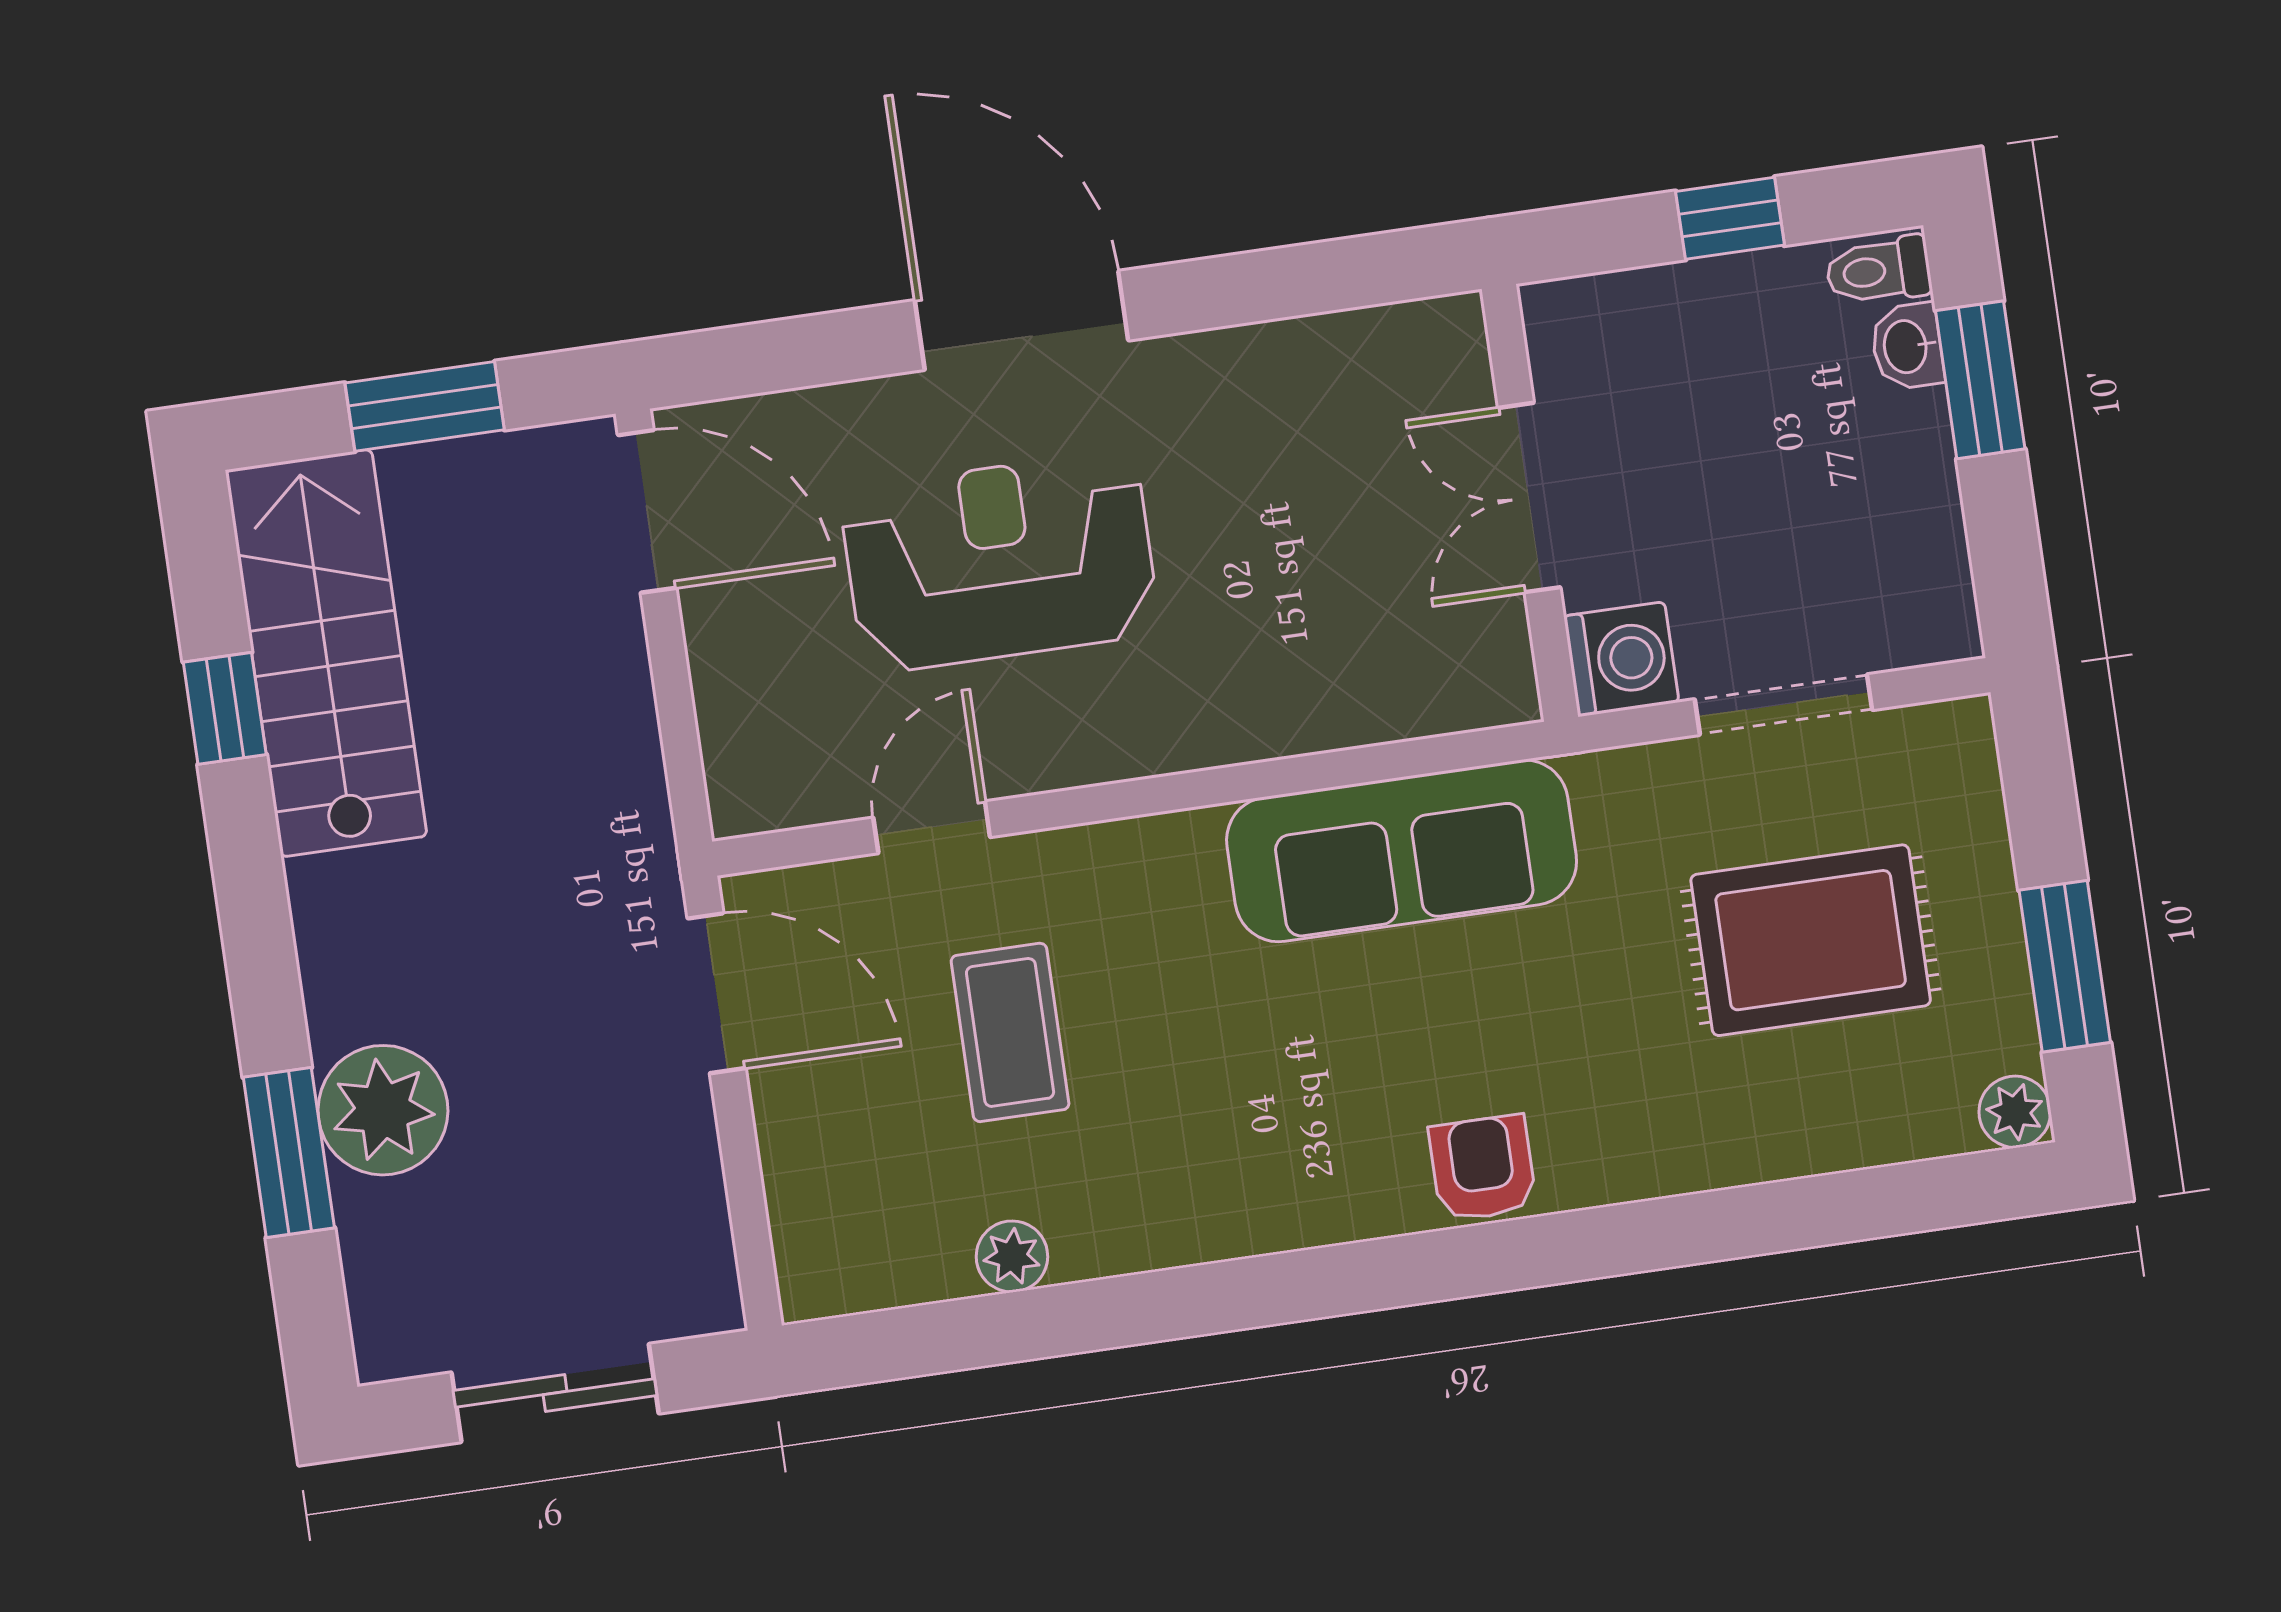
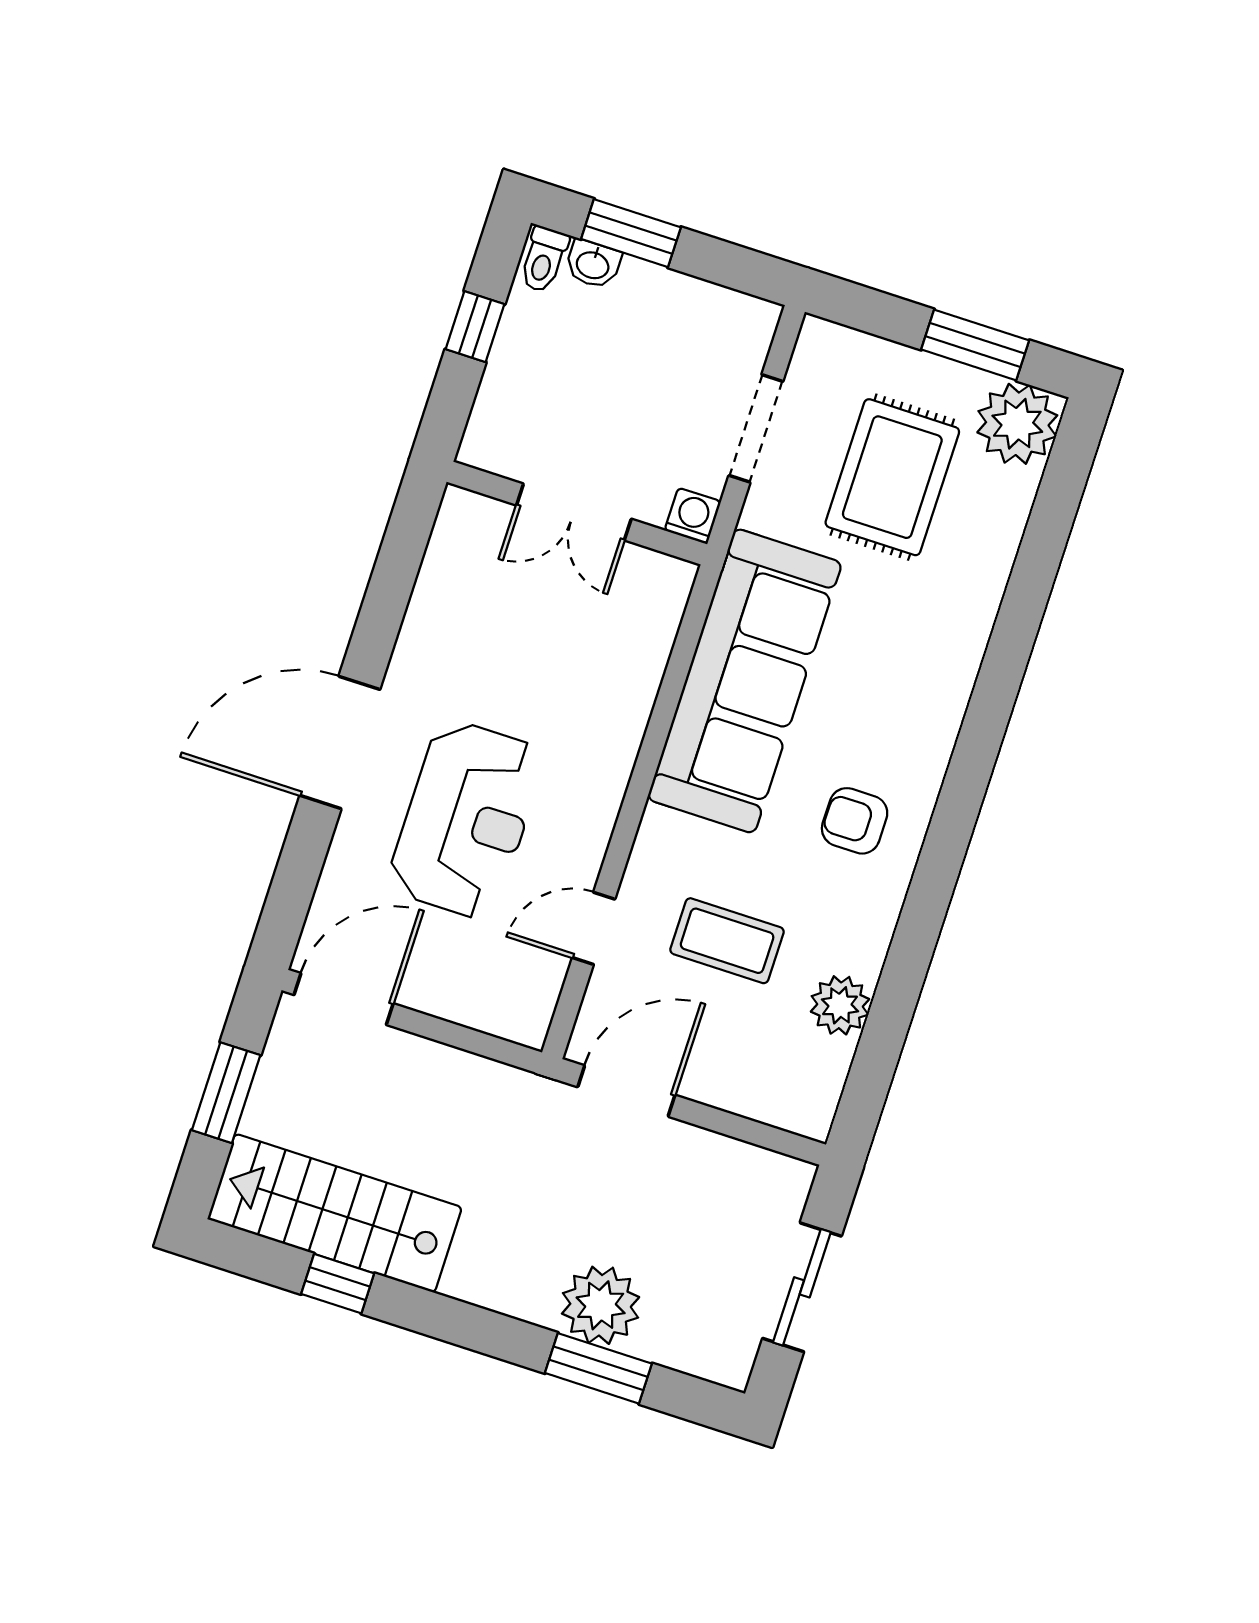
reception desk: (1000, 562) -> (466, 819), turned 180
washing machine: (1621, 659) -> (693, 516), width x0.73, depth x0.73
door: (932, 827) -> (594, 928), hinge flipped
sofa: (1402, 851) -> (745, 681), width x1.36, depth x1.27
plant: (2015, 1112) -> (1017, 424), width x1.88, depth x1.88
armchair: (1483, 1168) -> (855, 821), moved
plant: (1012, 1256) -> (840, 1005), width x1.38, depth x1.38

